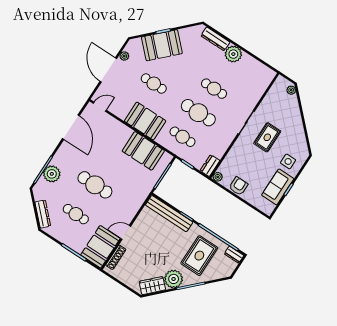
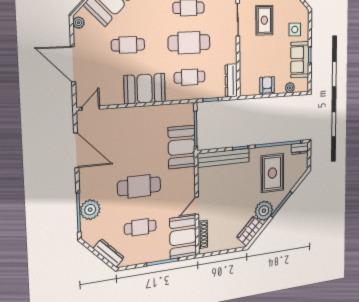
plant: (124, 56) -> (79, 23), moved
booth: (143, 151) -> (182, 147), moved, turned 90
dresser: (210, 166) -> (231, 80), width x1.44
plant: (218, 177) -> (290, 88), moved

